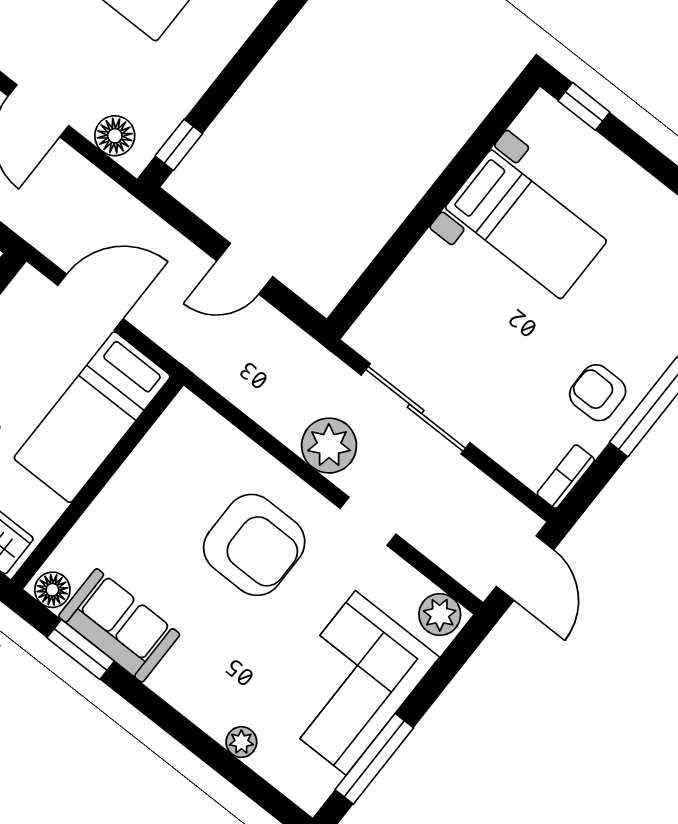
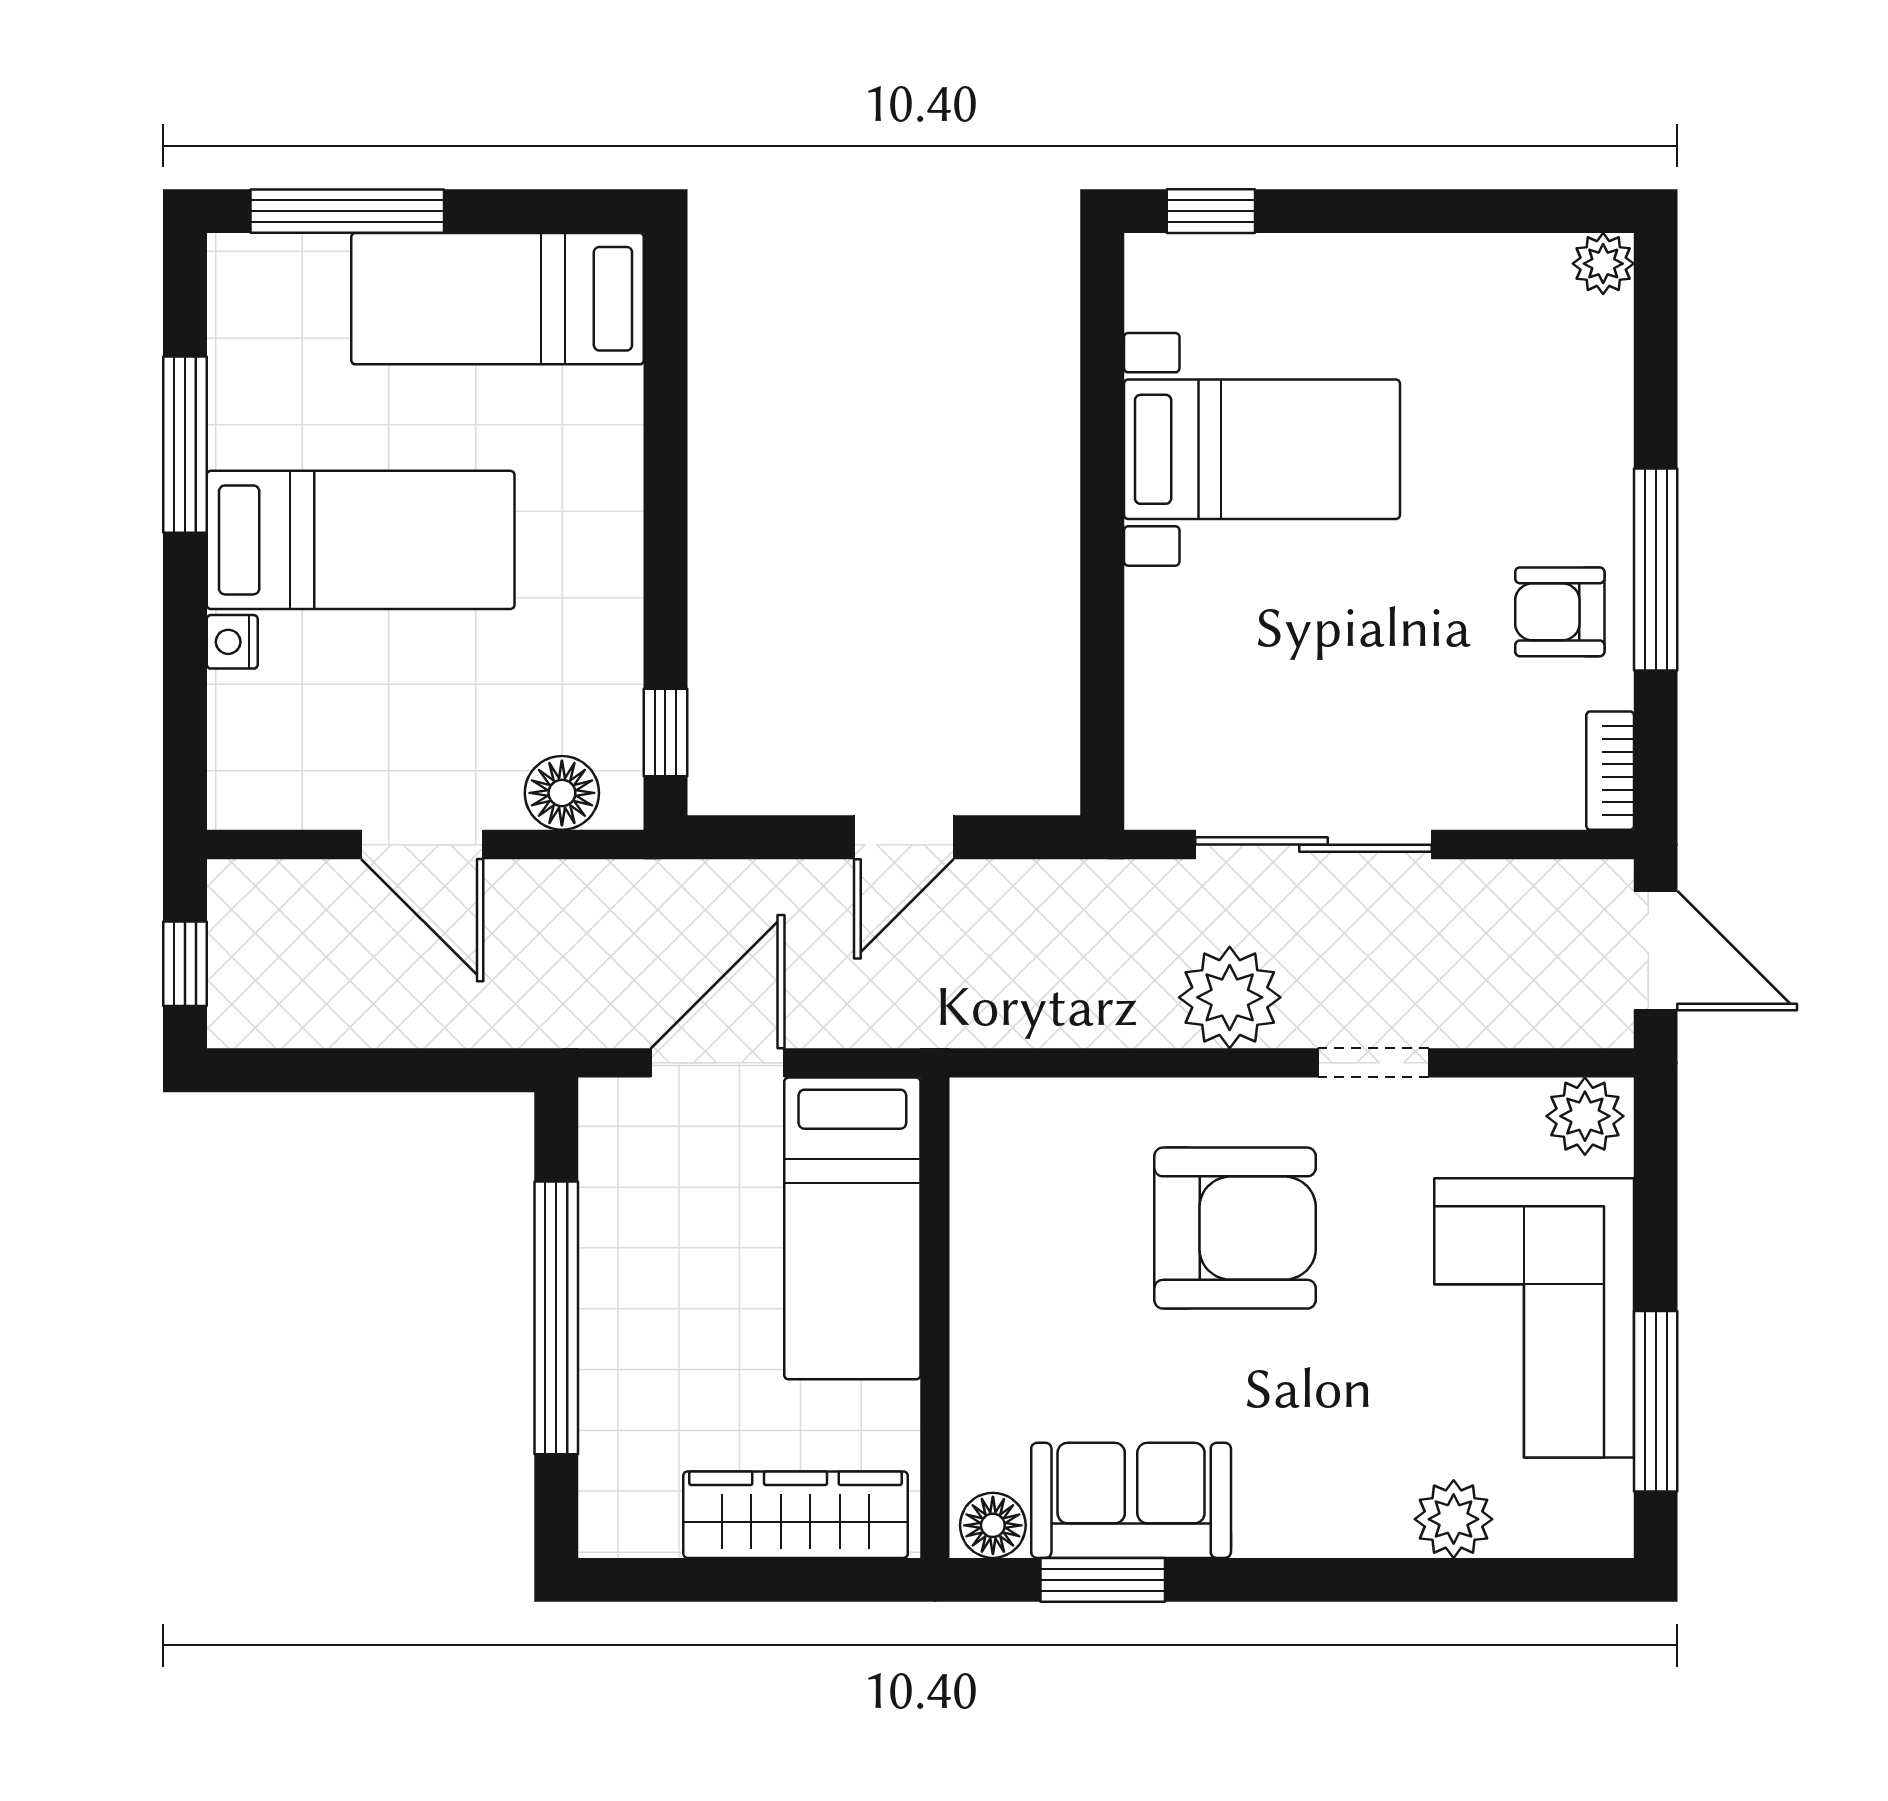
plant: (241, 742) -> (1454, 1519), width x1.38, depth x1.38

